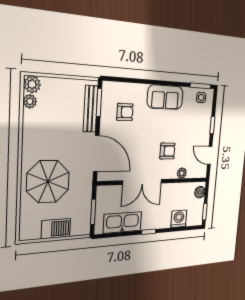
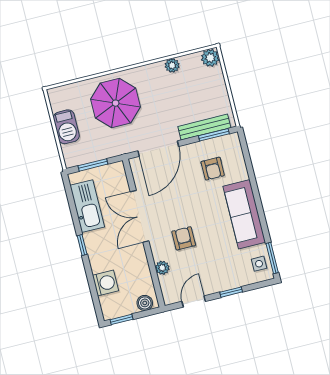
sofa: (165, 97) -> (244, 214), width x1.36
plant: (30, 101) -> (172, 65), moved
armchair: (167, 151) -> (184, 238), turned 180

